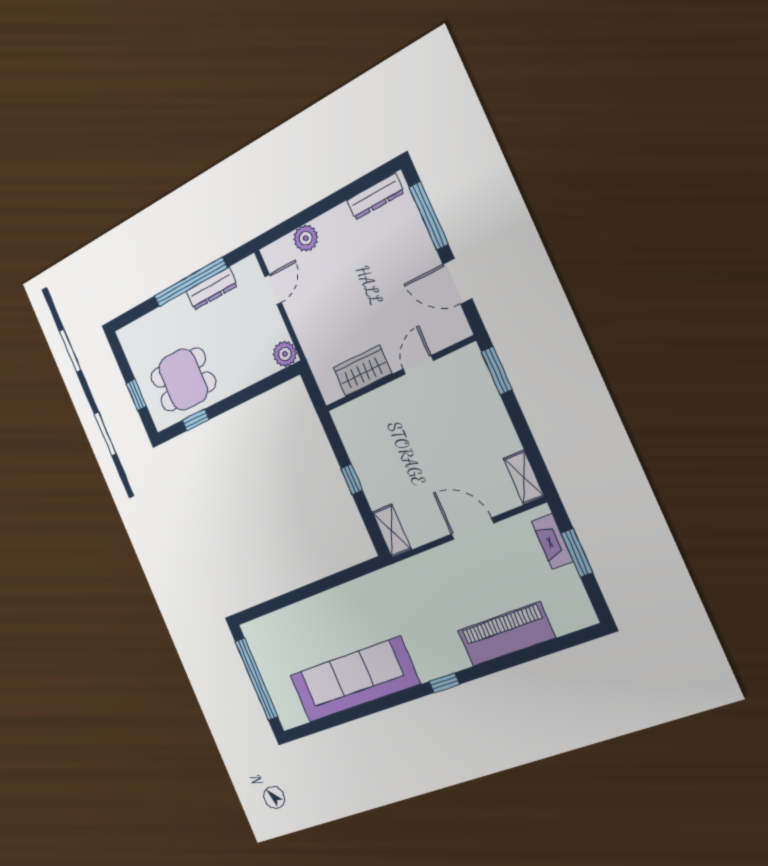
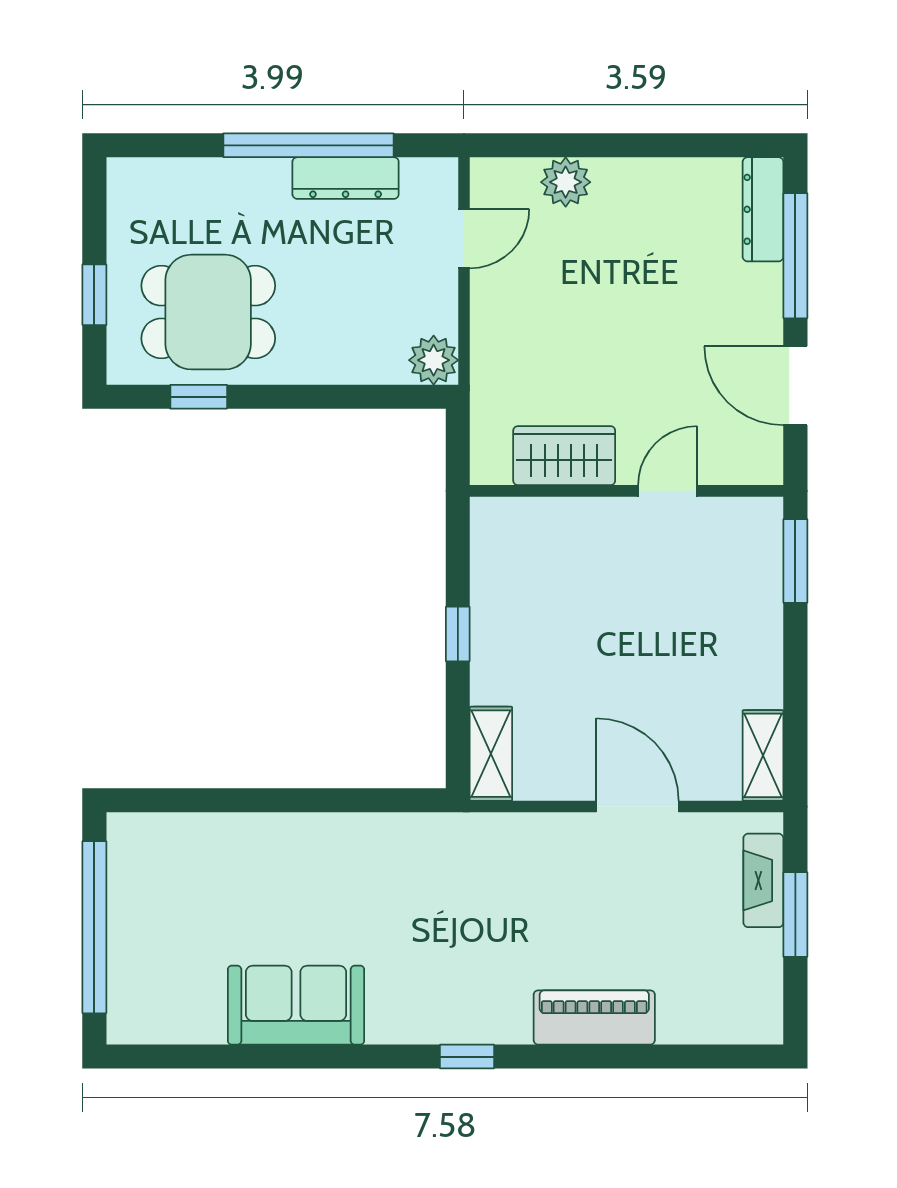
dresser: (375, 196) -> (763, 209), moved, turned 90
piano: (506, 634) -> (594, 1017), width x0.73, depth x0.75
sofa: (354, 680) -> (296, 1005), width x0.54, depth x0.79

